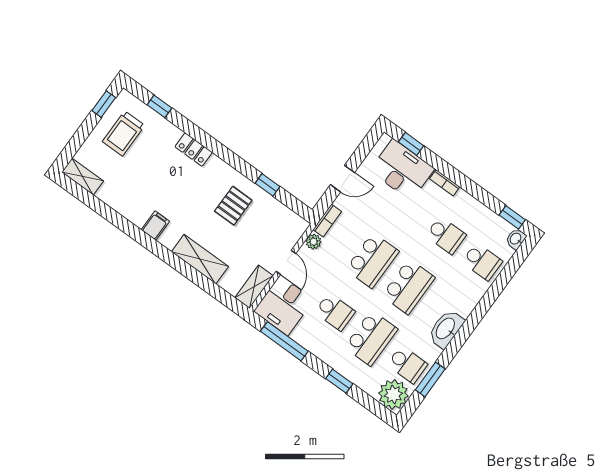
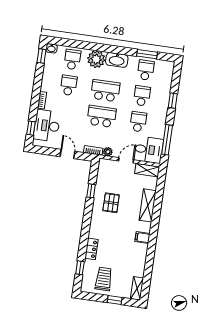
window: (104, 104) -> (115, 300), moved
trolley: (124, 133) -> (104, 279), turned -90
locker: (194, 150) -> (91, 249), moved
pallet: (233, 206) -> (111, 203), turned 90
school desk: (371, 338) -> (142, 96), width x0.54
plant: (393, 395) -> (96, 59), moved

